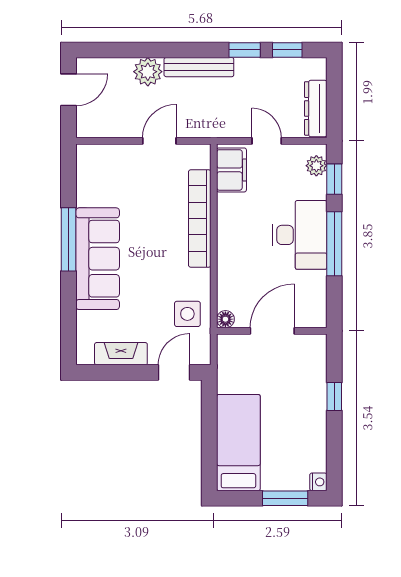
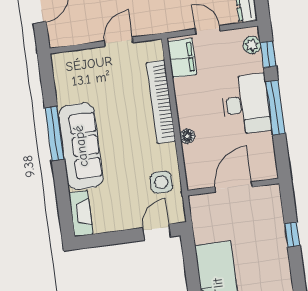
floor lamp: (225, 319) -> (187, 136), moved
fireplace: (121, 354) -> (81, 213), moved, turned 90

